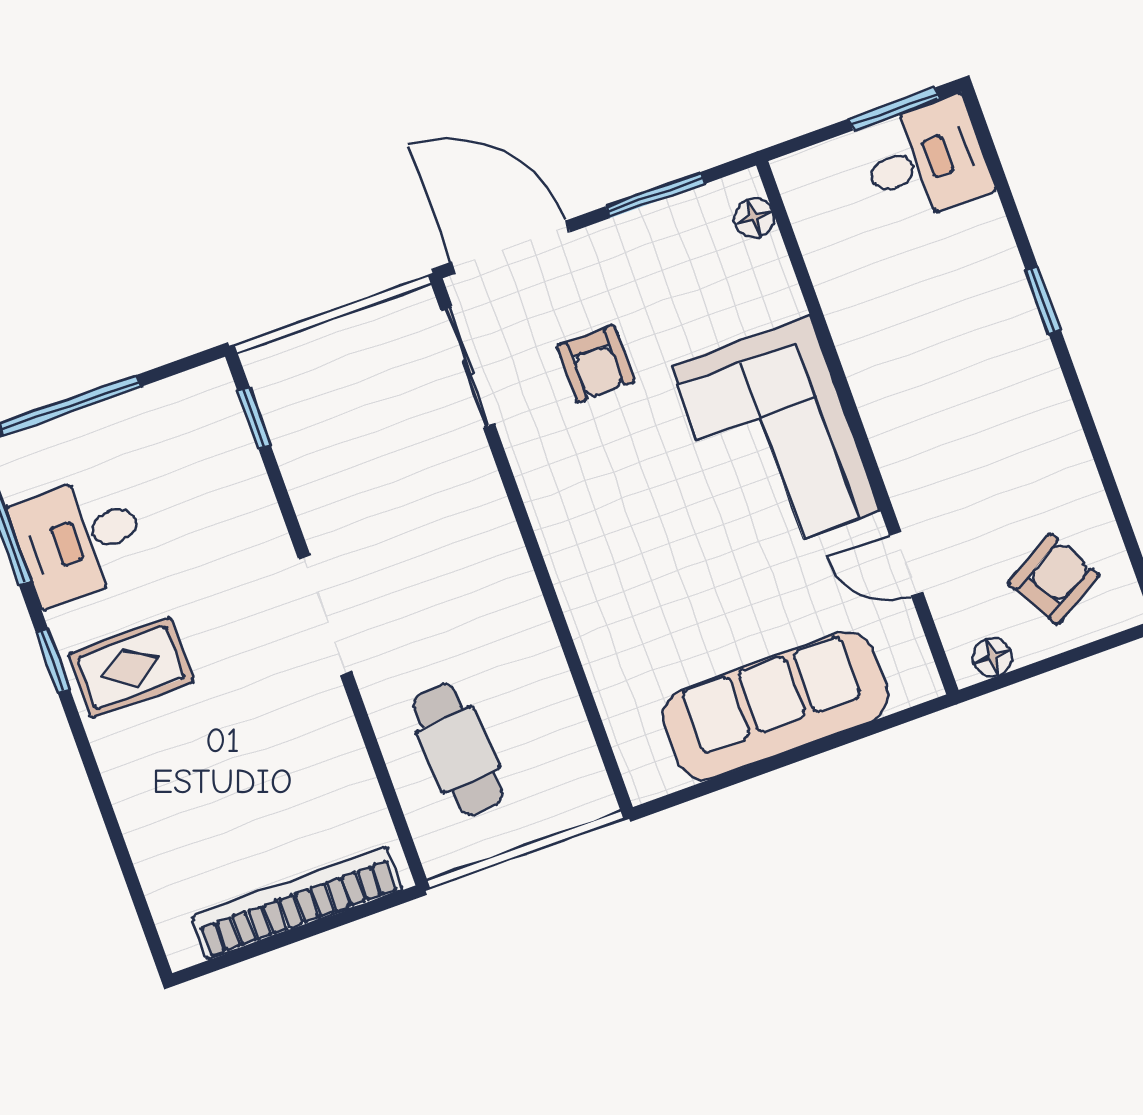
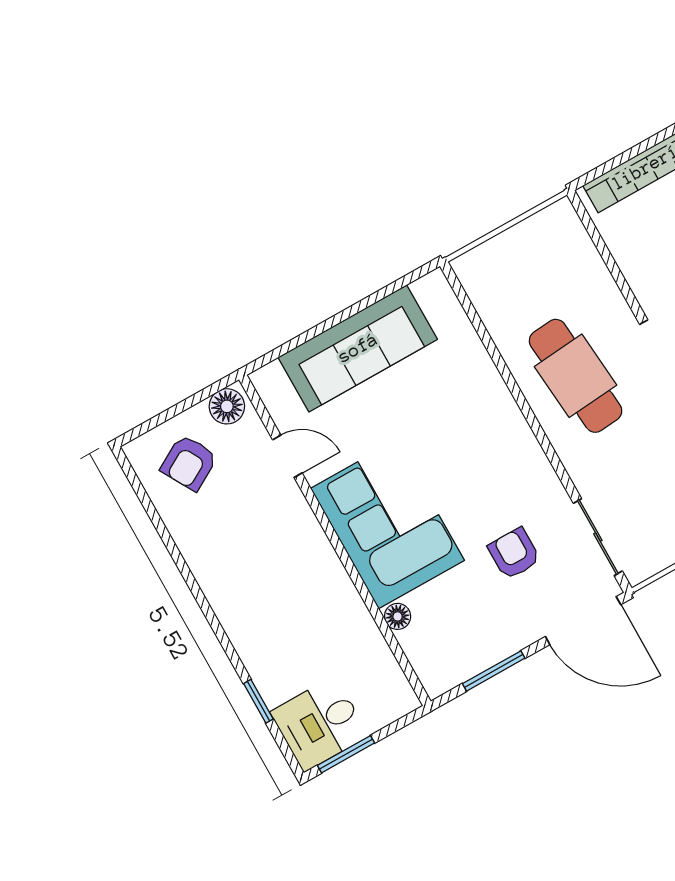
floor lamp: (754, 218) -> (398, 616), moved
window: (1043, 300) -> (258, 701), moved
floor lamp: (993, 657) -> (227, 406), width x1.37, depth x1.37
cafe table: (458, 750) -> (576, 376), moved, width x1.37, depth x1.35

